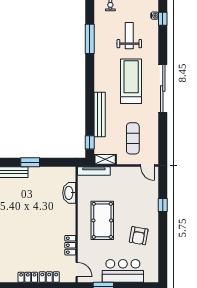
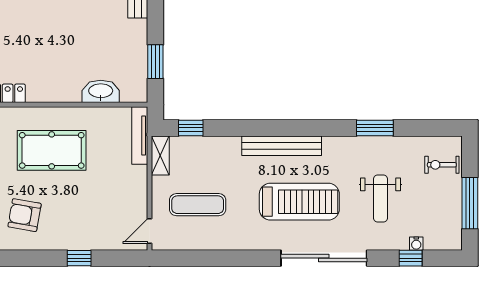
weight bench: (129, 36) -> (380, 199), turned 90
window: (90, 39) -> (375, 128), width x0.69
sliding door: (163, 88) -> (324, 258), moved
bench: (100, 115) -> (282, 146), moved
window: (30, 162) -> (155, 62), moved

